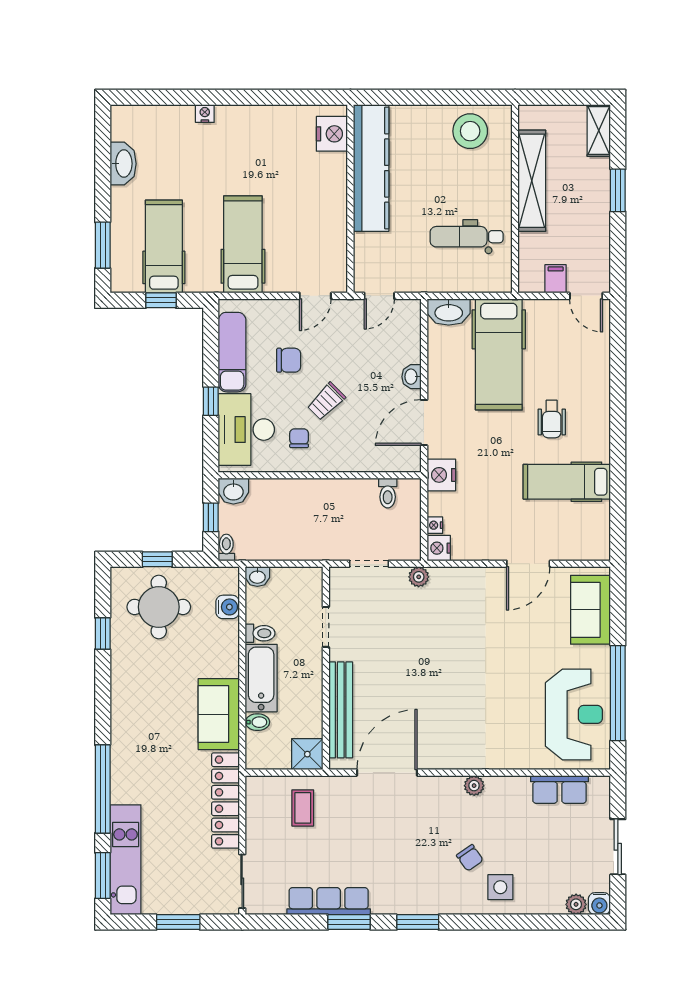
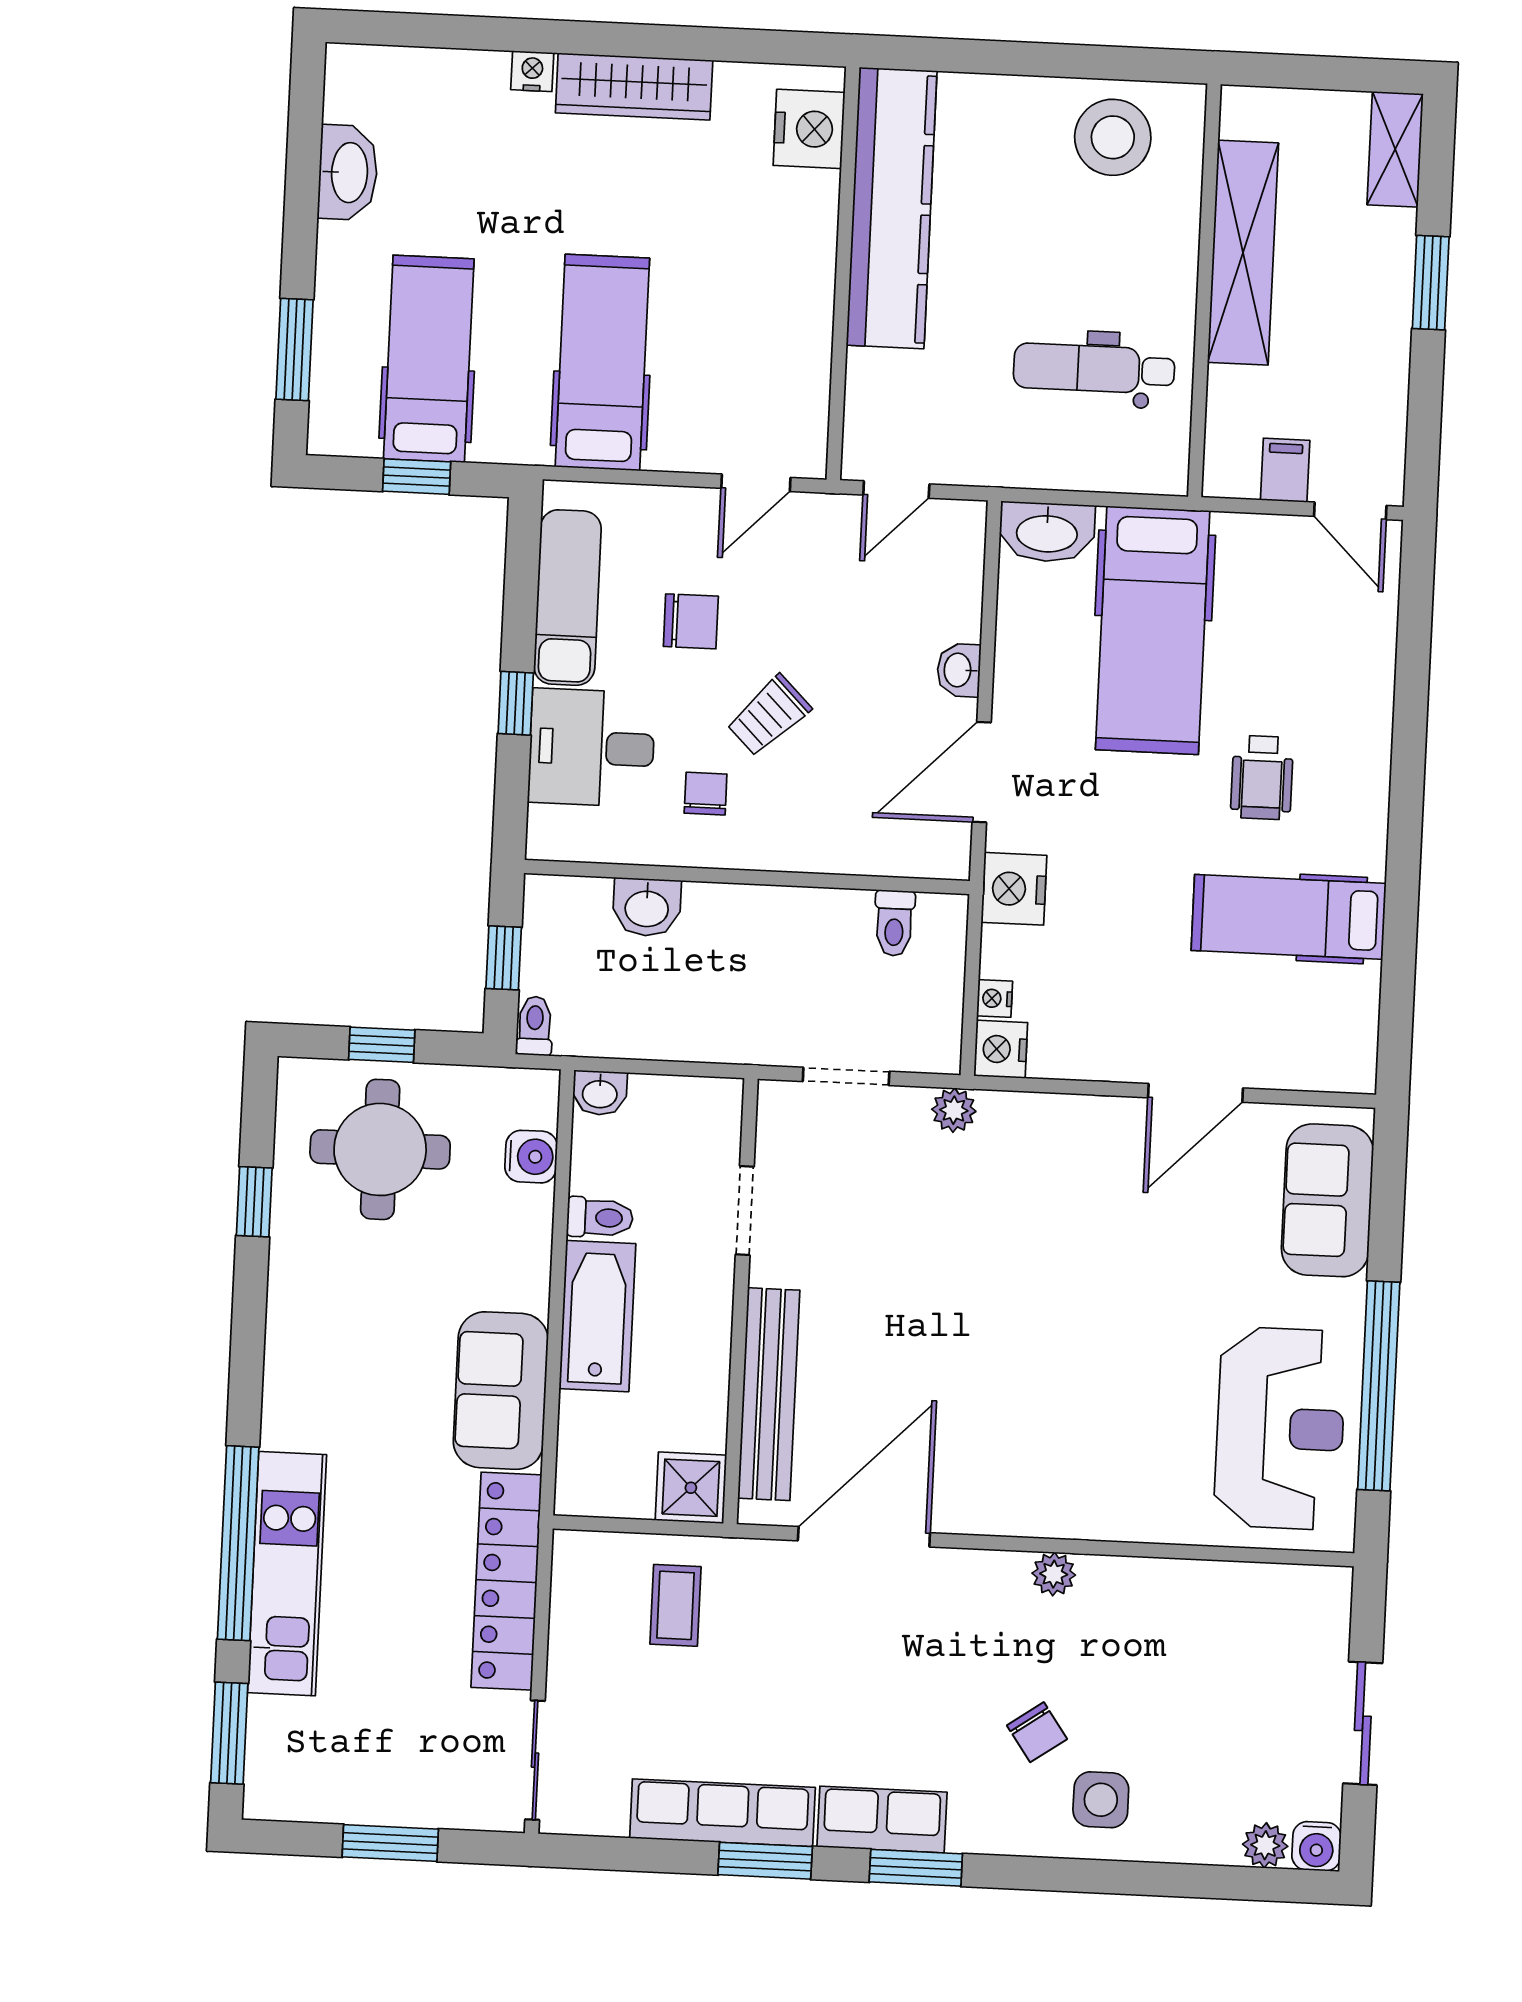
wardrobe: (251, 118) -> (634, 87), added
desk: (246, 430) -> (592, 748), width x0.73
washbasin: (233, 491) -> (647, 907), moved
bidet: (257, 722) -> (585, 1412), removed
row of seats: (559, 789) -> (882, 1820), moved, turned 180
kitchen unit: (126, 860) -> (287, 1574), moved

